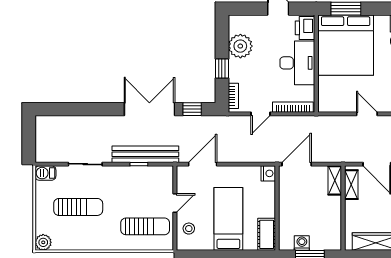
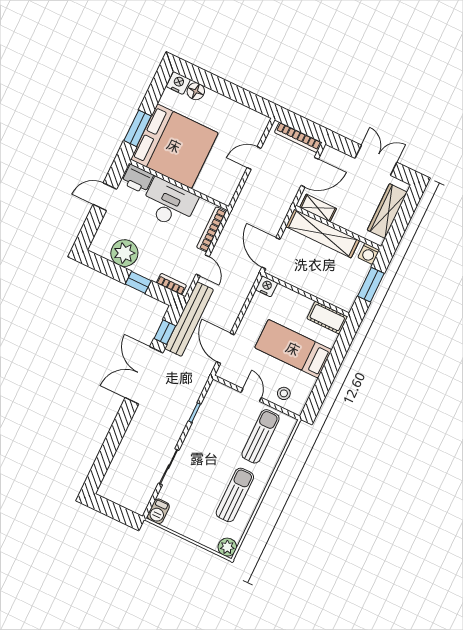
bench: (145, 154) -> (189, 319), moved
shelving: (335, 180) -> (323, 233), width x2.20, depth x1.33
sun lounger: (78, 207) -> (235, 495), moved
washing machine: (302, 243) -> (369, 254), moved, turned -90

